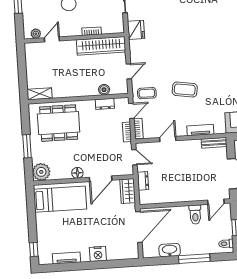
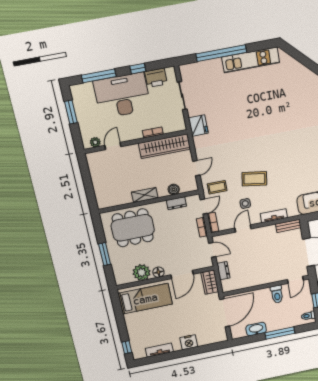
shelving: (40, 94) -> (145, 195), moved
side table: (173, 114) -> (245, 204), added
plant: (41, 172) -> (142, 272), moved

